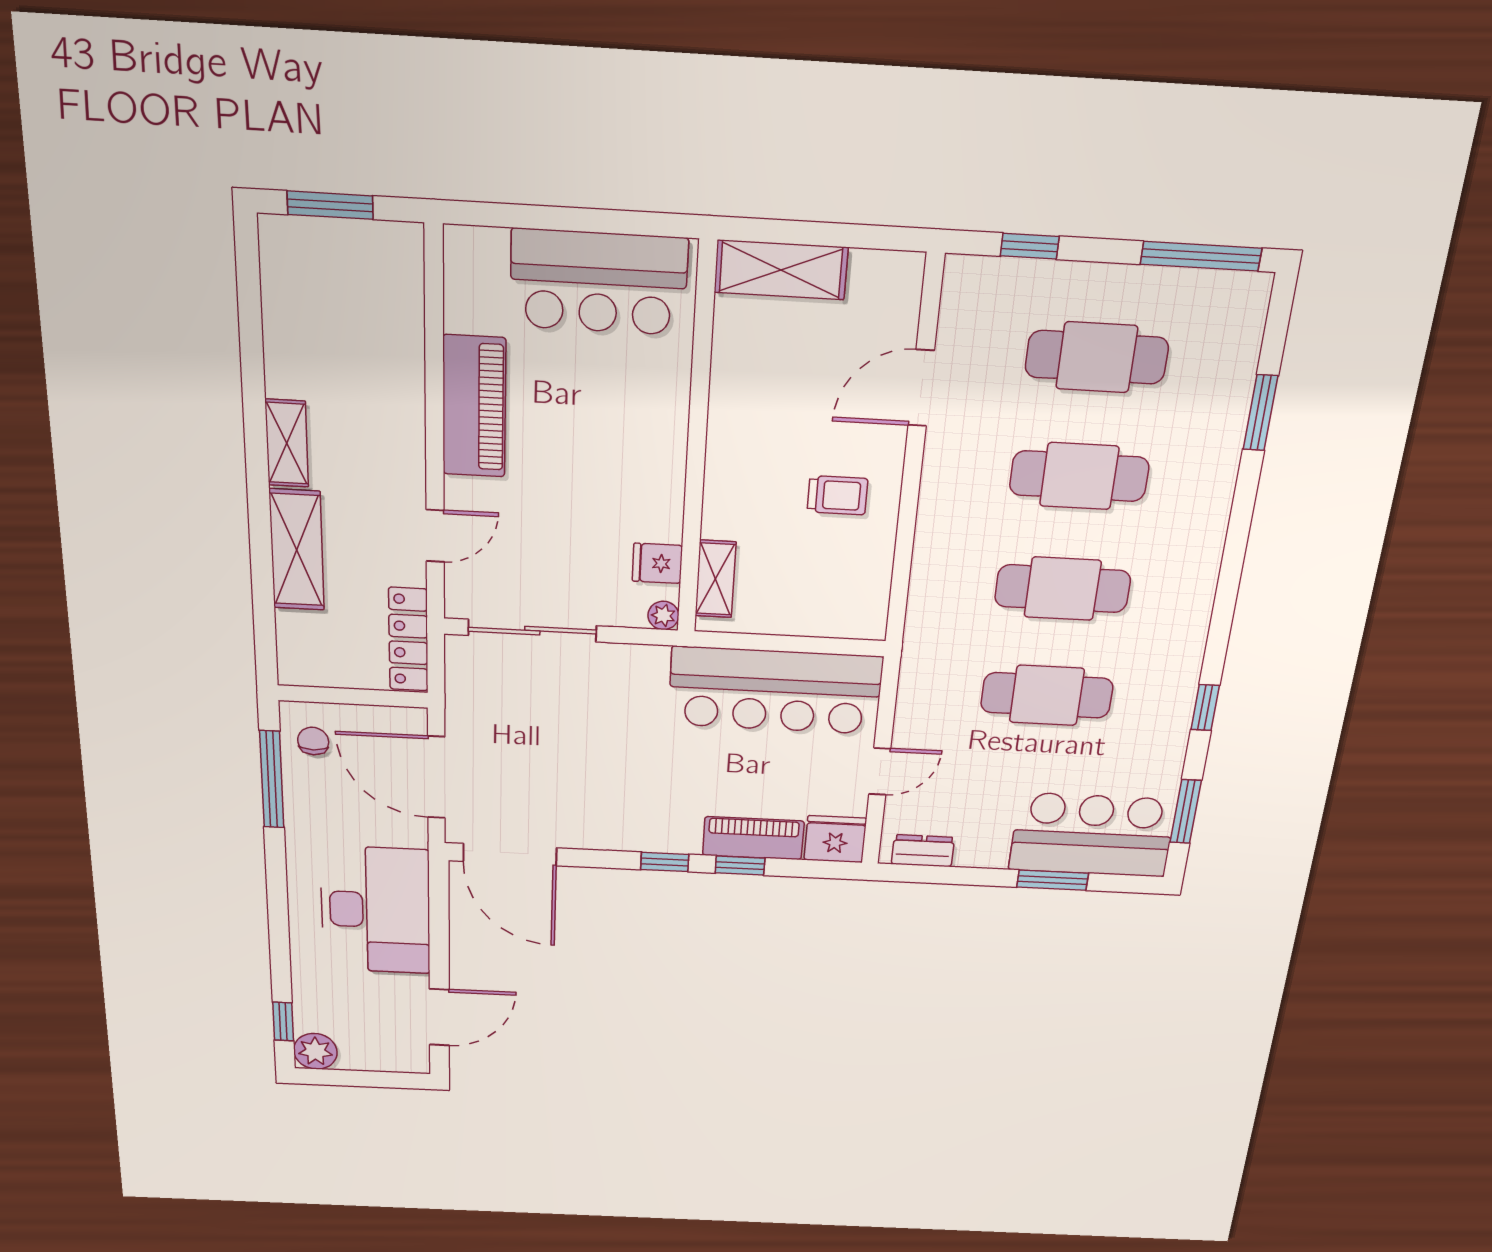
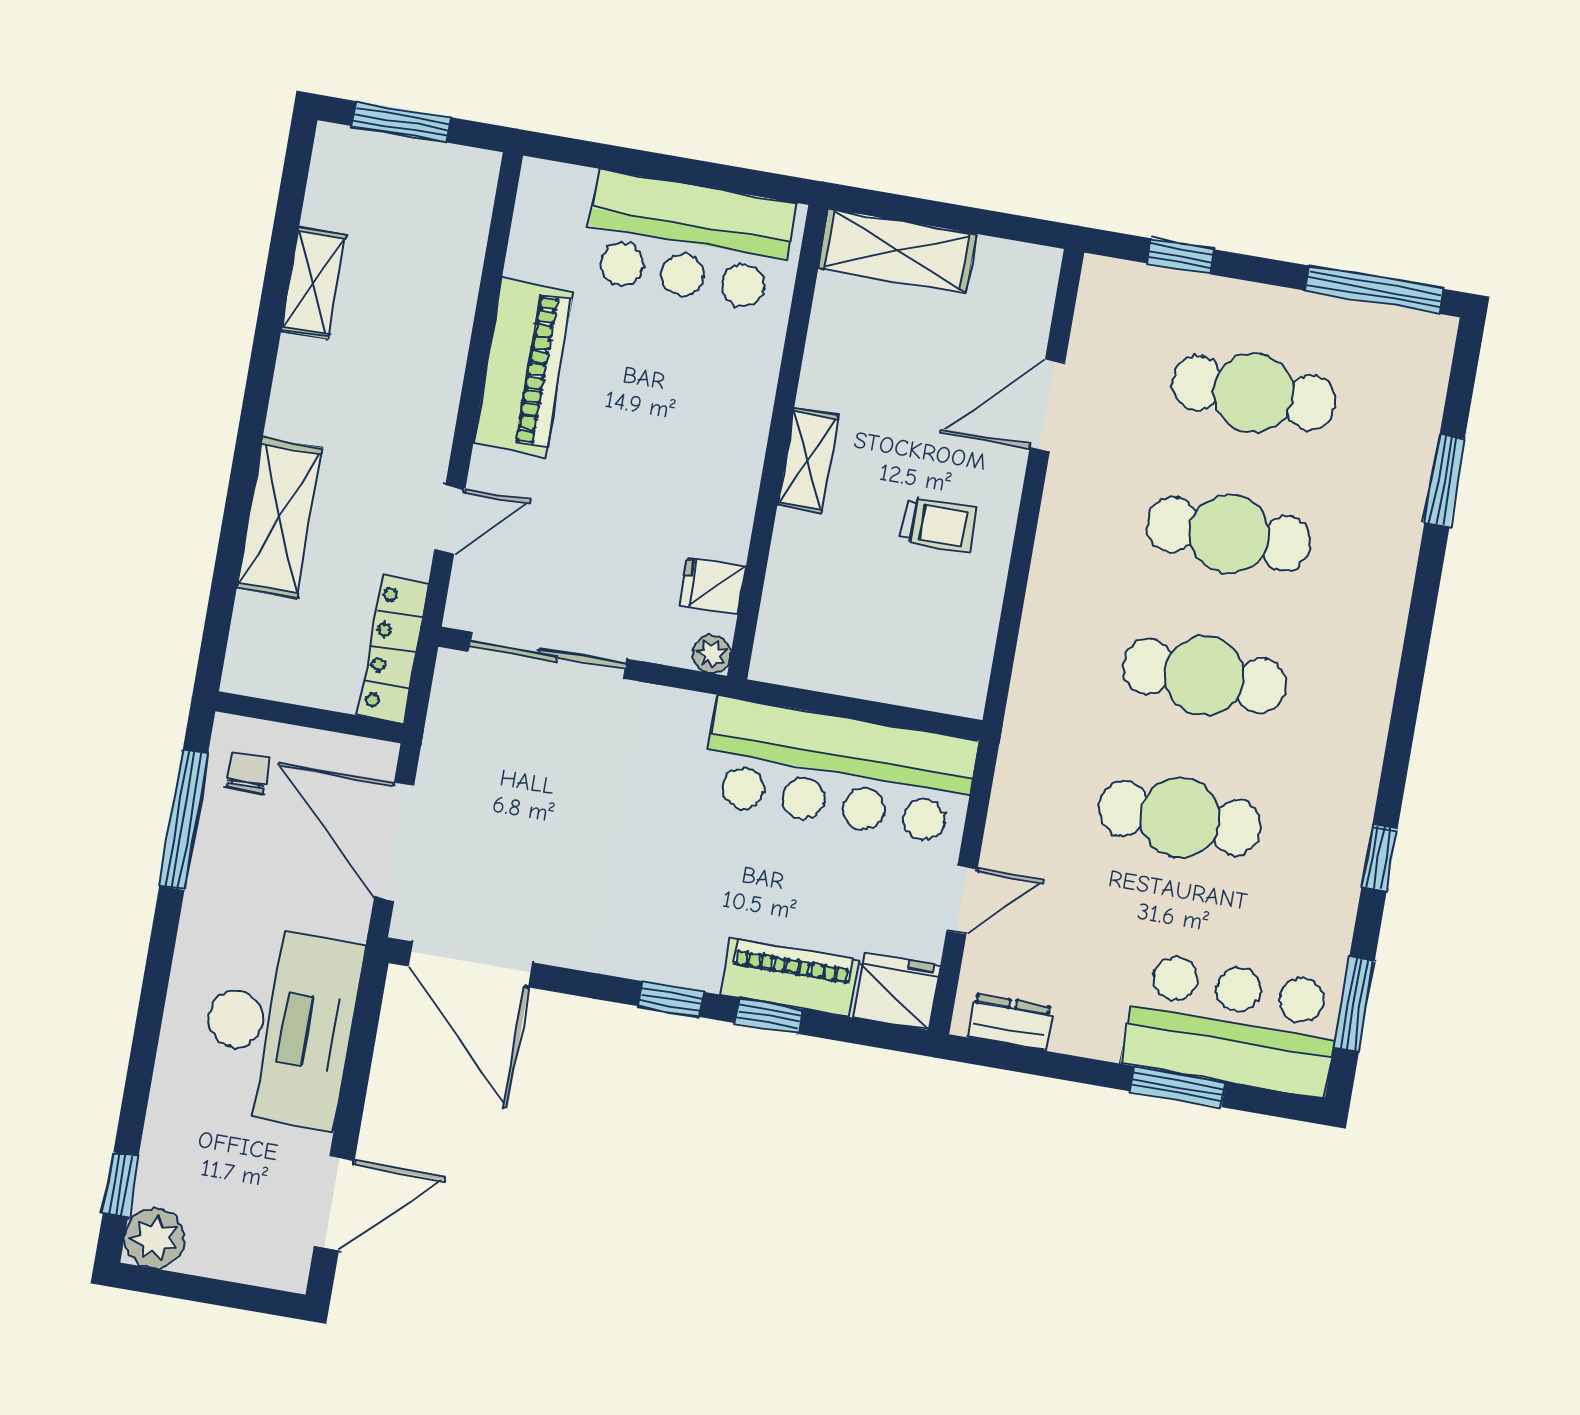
shelving: (287, 443) -> (313, 283), moved
shelving: (715, 579) -> (808, 460), moved

